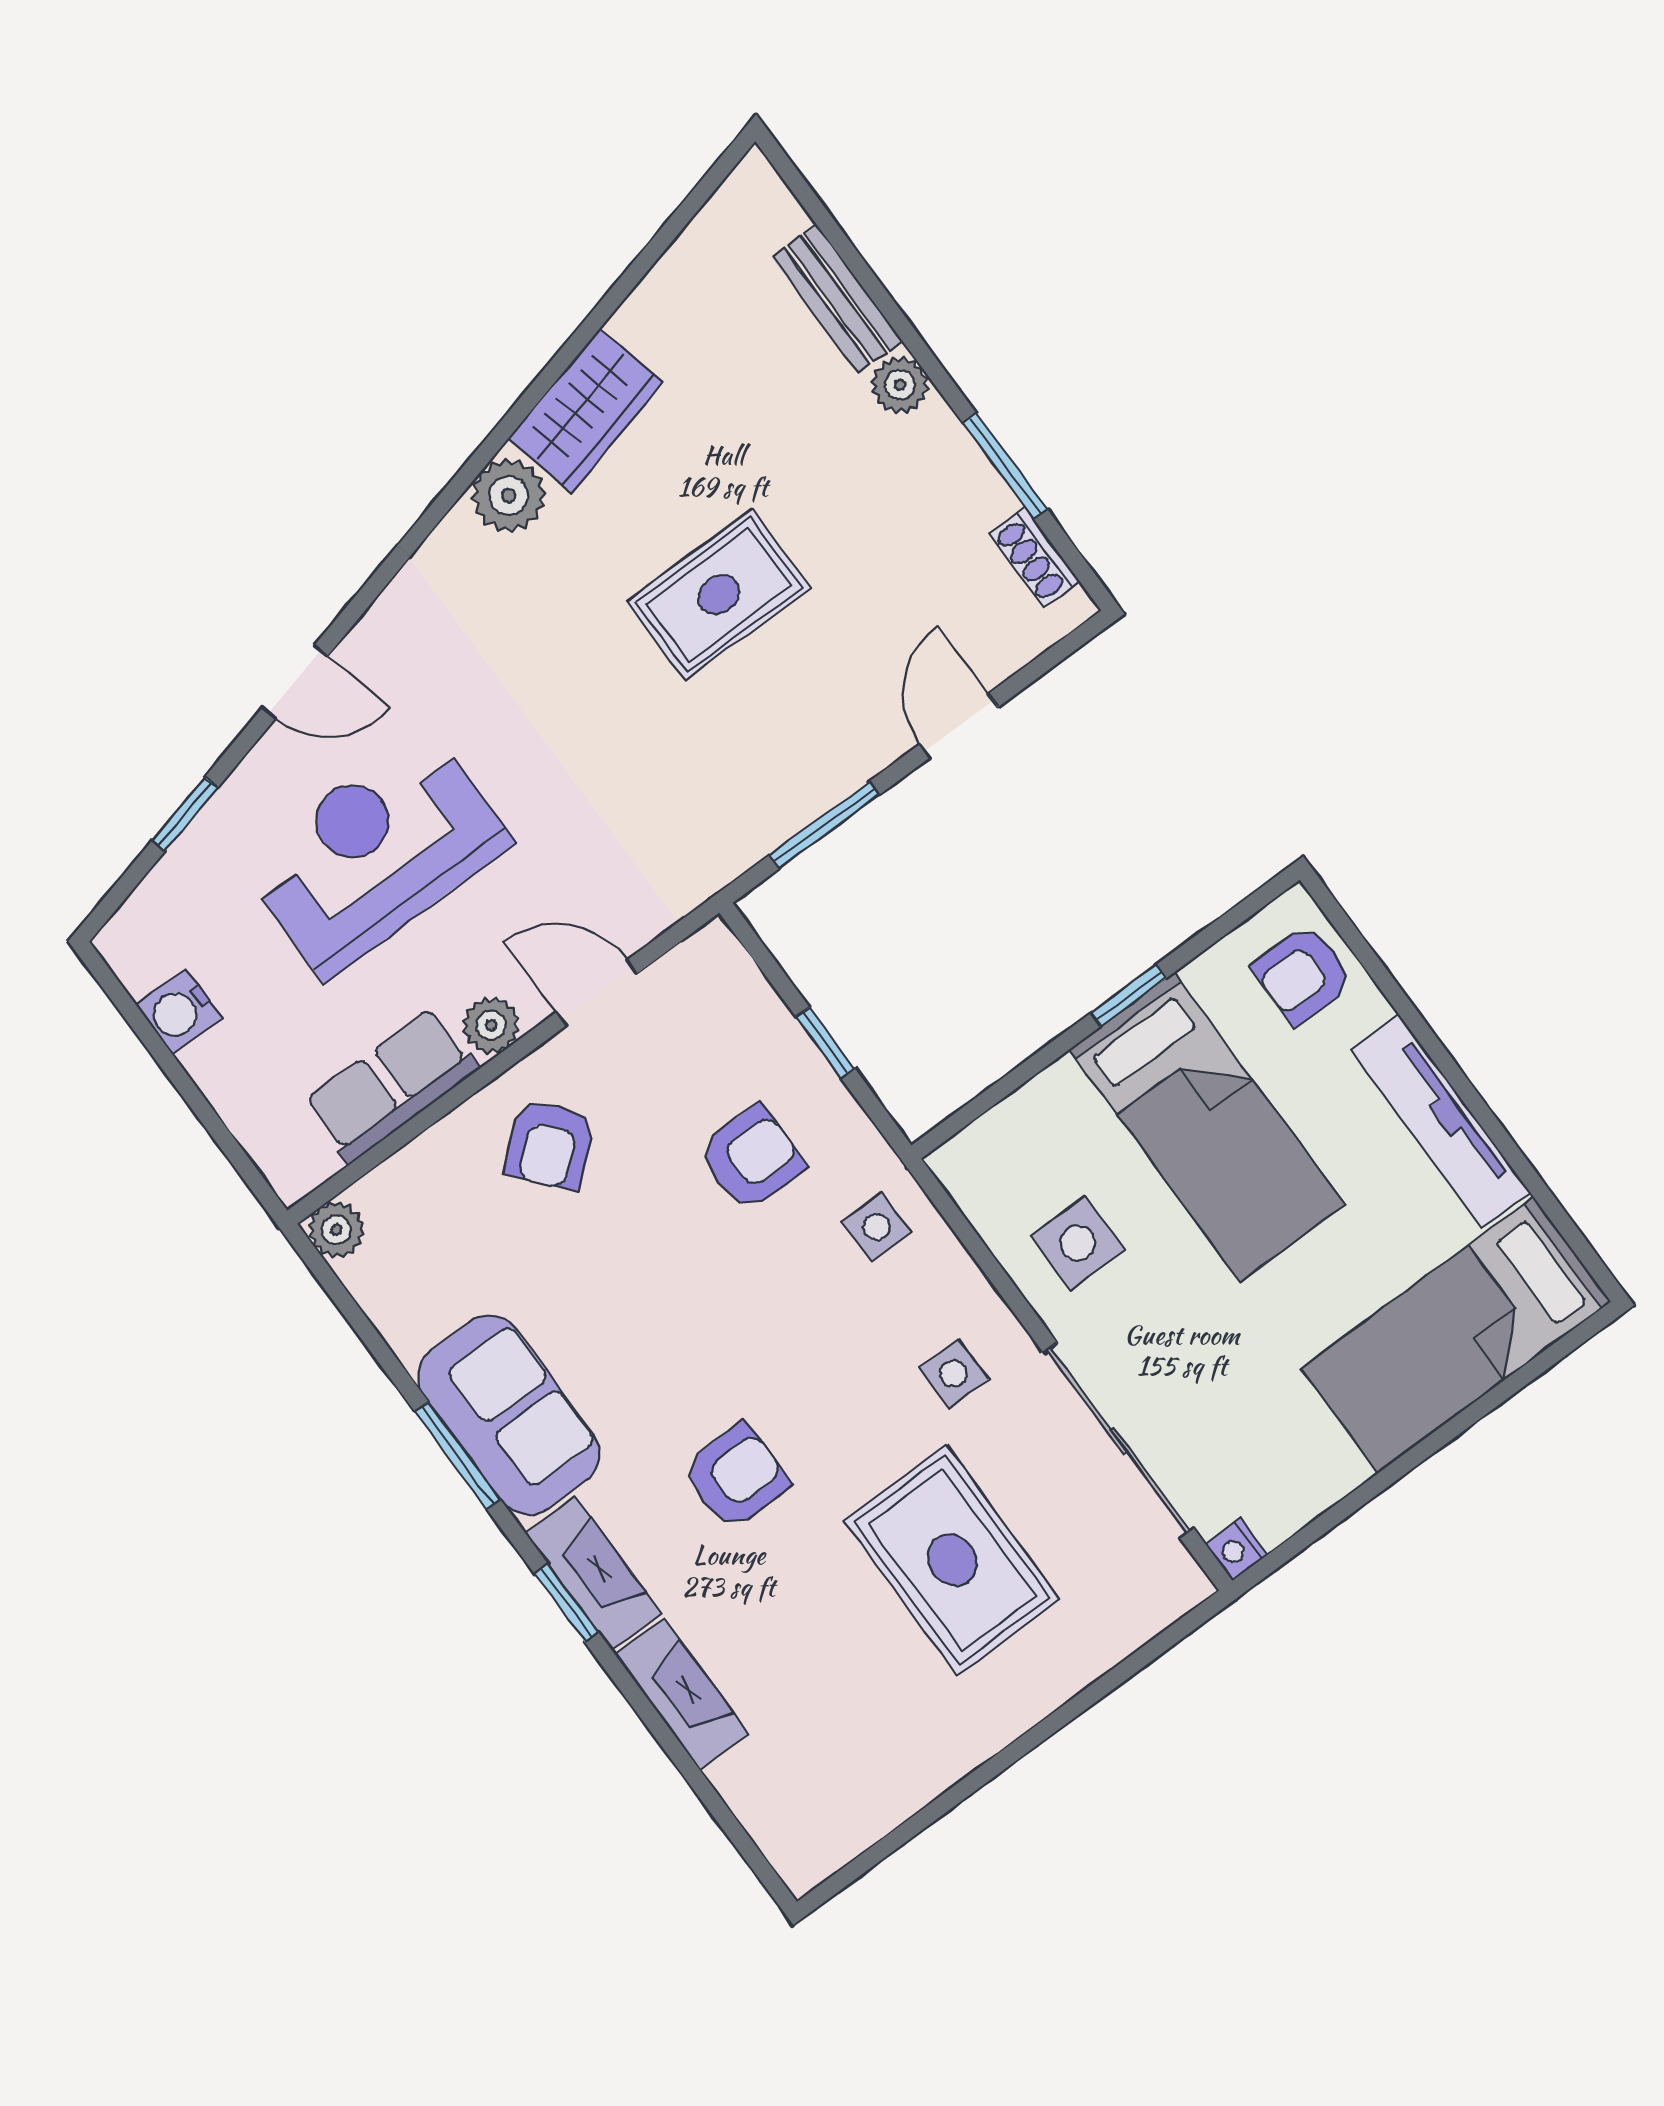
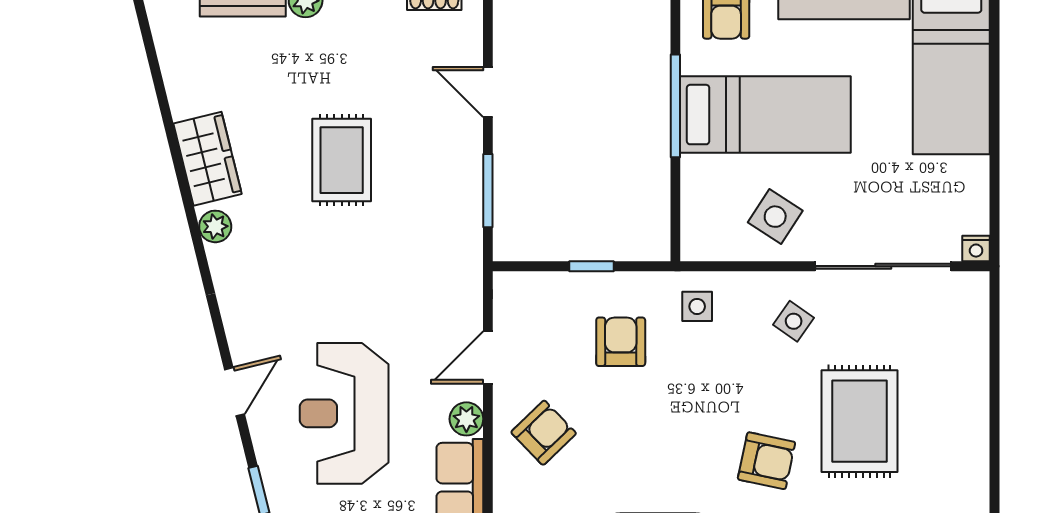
plant: (509, 496) -> (215, 226), width x0.73, depth x0.73
window: (1128, 996) -> (675, 106), width x2.17
armchair: (550, 1144) -> (544, 433), turned -94
side table: (1078, 1243) -> (775, 217), turned 33
side table: (953, 1374) -> (794, 321), turned 35
armchair: (736, 1477) -> (766, 461), turned 103
rug: (952, 1560) -> (859, 421), moved, turned 90

